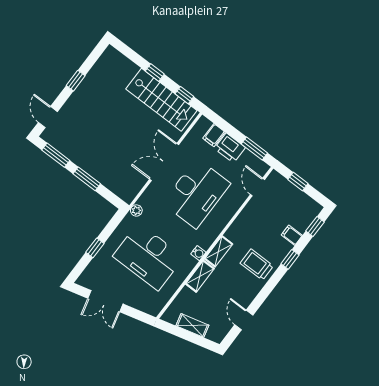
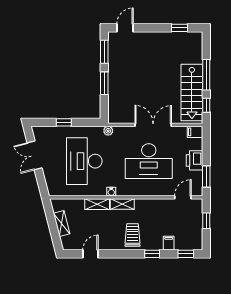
window: (155, 72) -> (206, 75), width x2.17
window: (76, 81) -> (180, 28), moved
filing cabinet: (214, 135) -> (195, 132), moved

